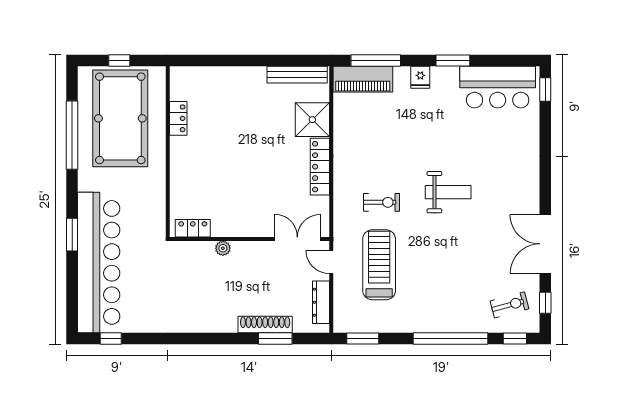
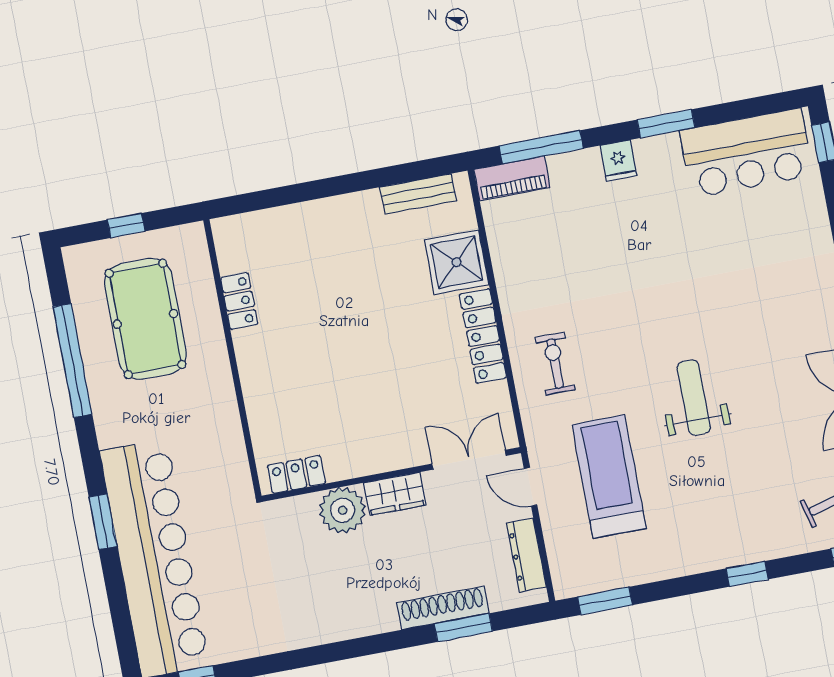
bench: (297, 75) -> (418, 194), width x0.73
piano: (363, 79) -> (512, 178), width x0.73, depth x0.75
pool table: (120, 118) -> (145, 319), width x0.73, depth x0.76
weight bench: (448, 192) -> (694, 398), moved, turned -90
exercise bike: (382, 202) -> (555, 364), moved, turned -90
plant: (223, 248) -> (343, 510), width x1.87, depth x1.87
wardrobe: (249, 251) -> (395, 494), added
window: (451, 338) -> (747, 574), width x0.32

